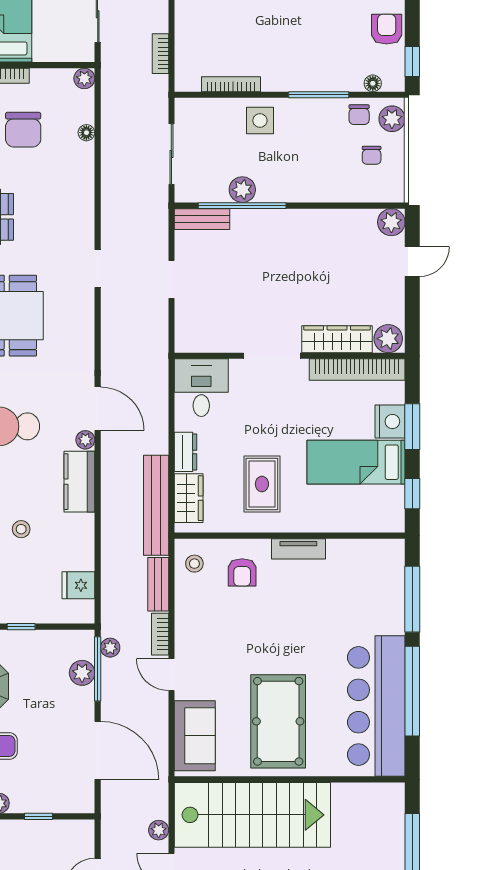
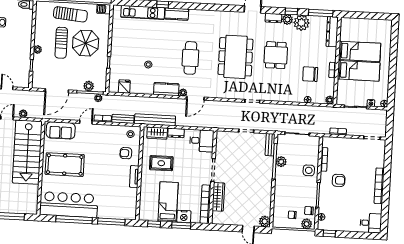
armchair: (387, 29) -> (339, 180), moved
plant: (388, 339) -> (217, 218), removed

